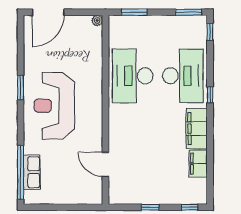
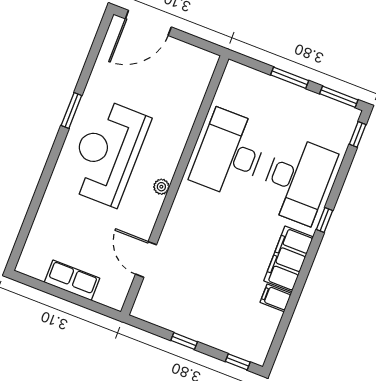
window: (134, 12) -> (290, 78), moved
plant: (97, 20) -> (161, 187), moved
filing cabinet: (198, 164) -> (276, 298), width x0.50
window: (21, 172) -> (27, 226), removed
row of seats: (32, 172) -> (72, 280), moved, turned -90

